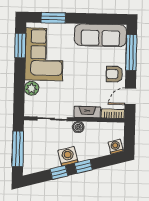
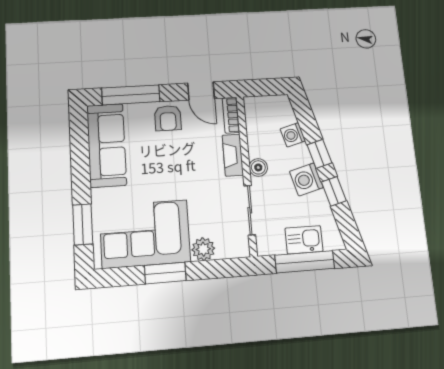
window: (20, 45) -> (165, 273), moved
washing machine: (116, 147) -> (293, 135), moved
kitchen sink: (31, 150) -> (304, 240), added

